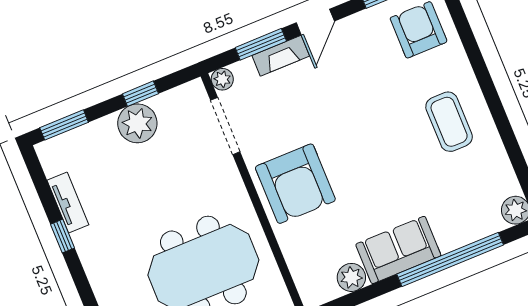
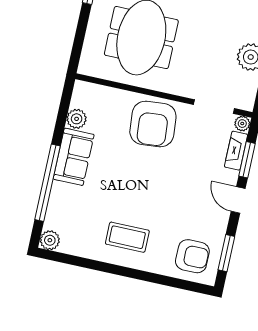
fireplace: (281, 56) -> (236, 151), moved
armchair: (295, 184) -> (153, 124), turned -95

